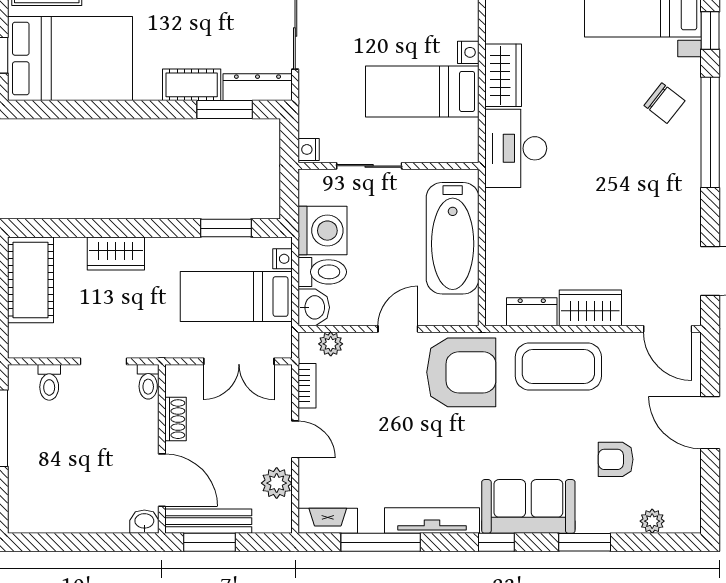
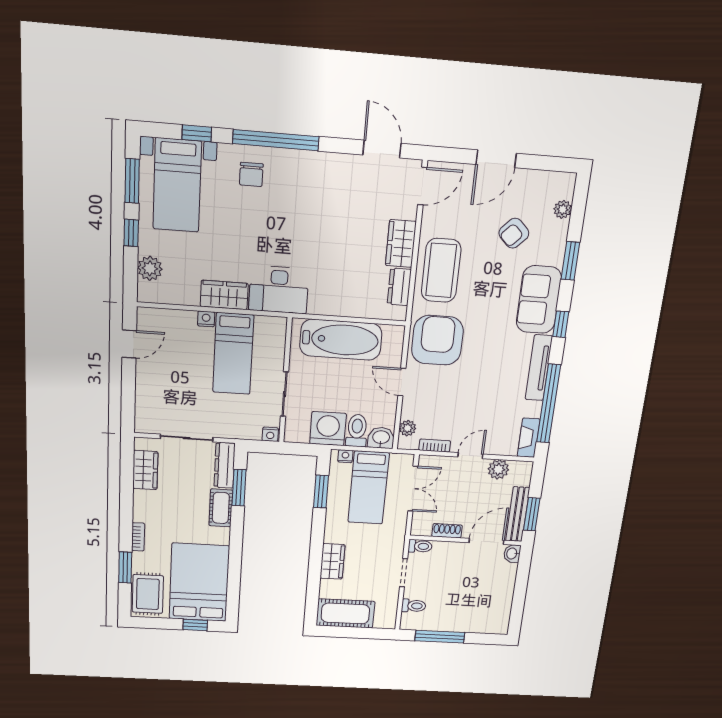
chair: (664, 103) -> (251, 174), turned 142
armchair: (616, 459) -> (514, 233), turned 44
window: (381, 542) -> (549, 404), width x1.46

